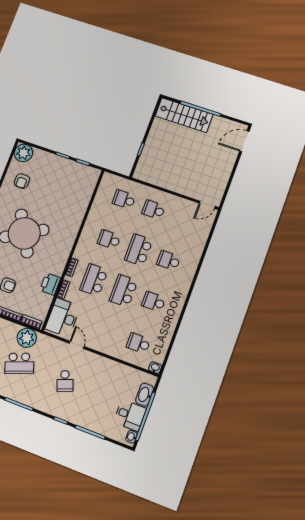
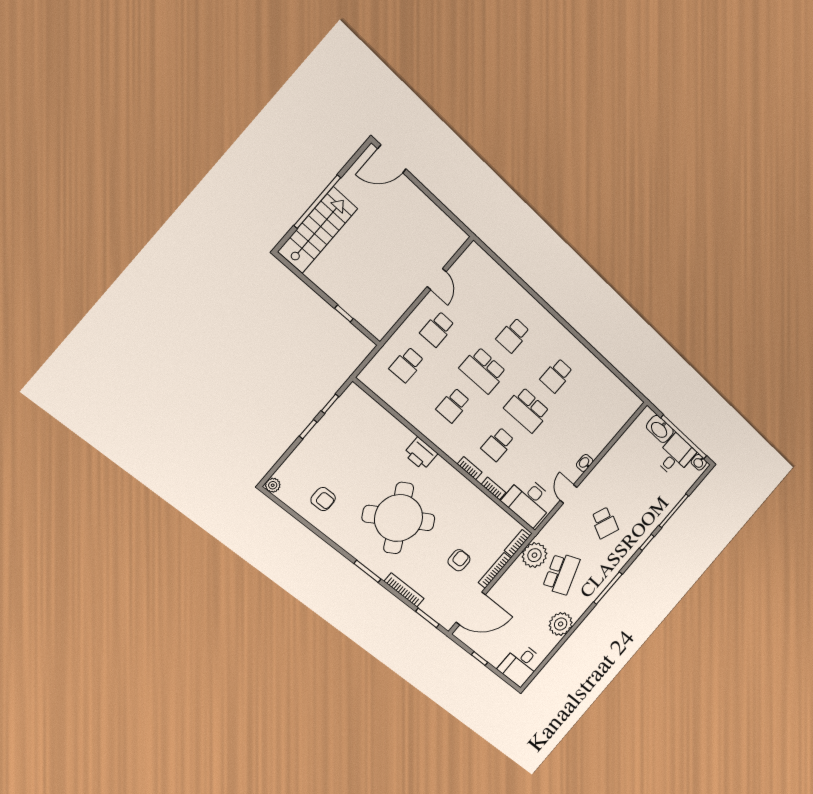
door: (244, 141) -> (392, 159), hinge flipped
plant: (23, 153) -> (273, 485), width x0.53, depth x0.53
door: (207, 205) -> (437, 279), moved
school desk: (94, 280) -> (498, 444), width x0.54
printer: (50, 284) -> (421, 454), moved
school desk: (138, 343) -> (598, 414), removed
door: (77, 345) -> (569, 494), hinge flipped
washbasin: (155, 368) -> (585, 463), moved
school desk: (65, 381) -> (605, 523), turned 45

